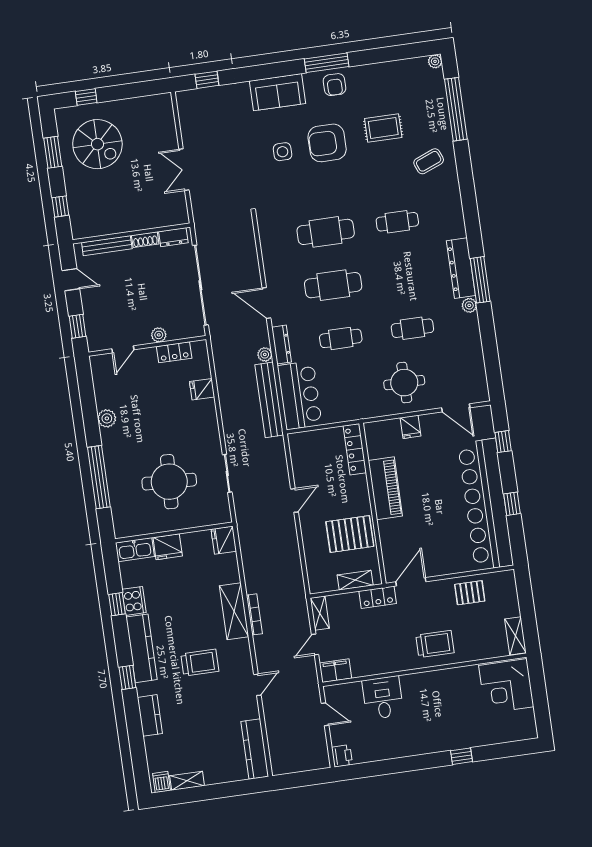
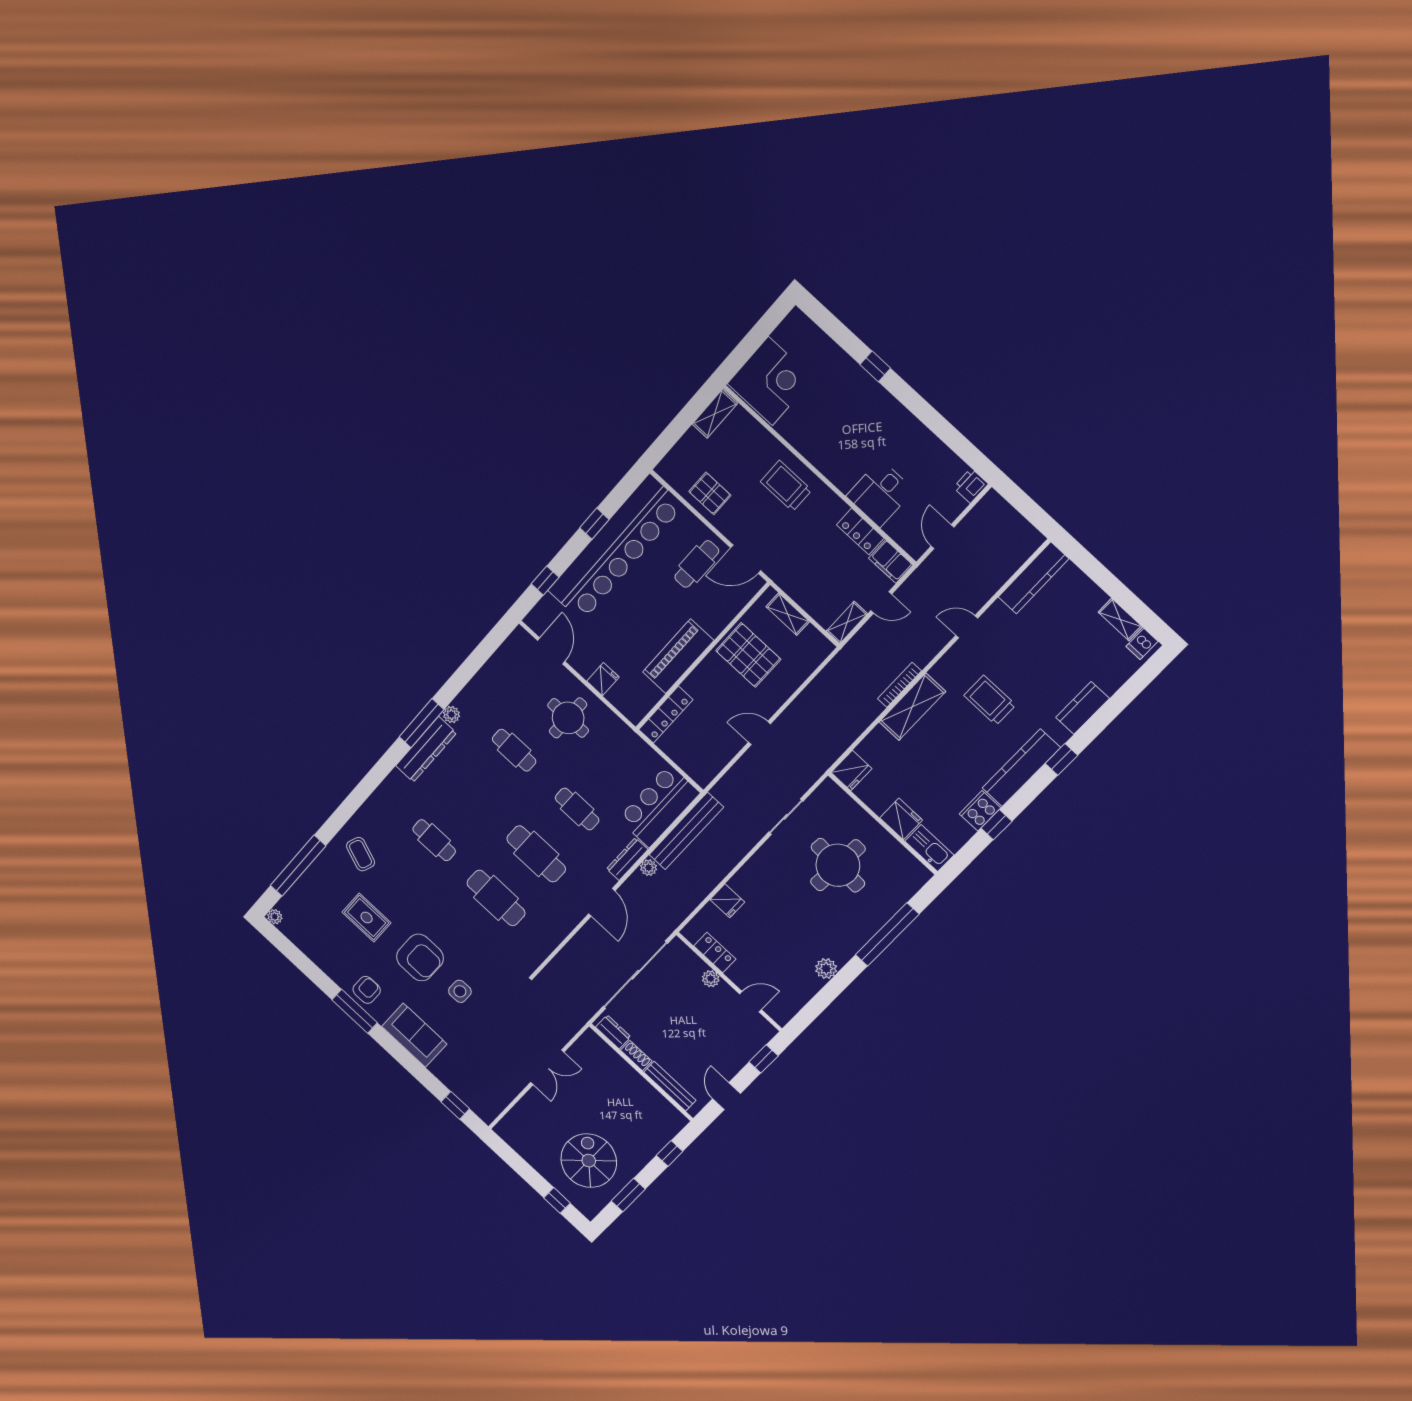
coffee table: (429, 161) -> (361, 854), turned 43
cafe table: (433, 548) -> (697, 564), added
locker: (378, 597) -> (860, 531), moved, turned 180

